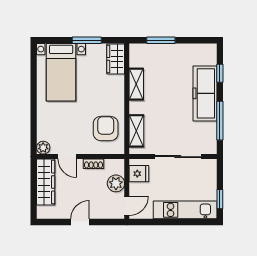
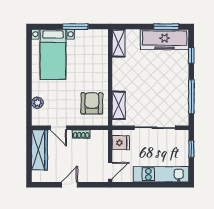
window: (161, 40) -> (166, 27), moved
wardrobe: (116, 59) -> (101, 43), removed
shelving: (136, 84) -> (118, 43), moved
freezer: (205, 93) -> (165, 40), moved, turned -90
plant: (43, 148) -> (37, 103), moved
plant: (116, 183) -> (101, 151), removed
window: (220, 199) -> (191, 149), moved

